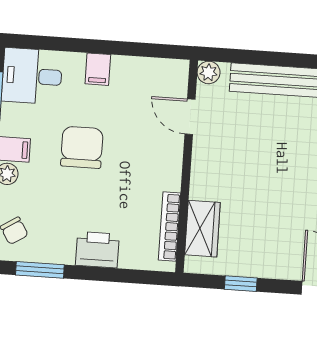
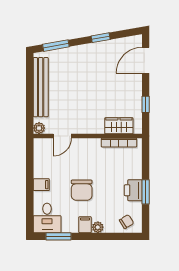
chair: (82, 147) -> (82, 190), turned -90
printer: (97, 250) -> (133, 190), moved
window: (40, 270) -> (146, 192), moved

